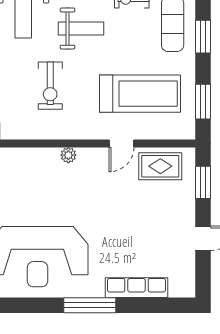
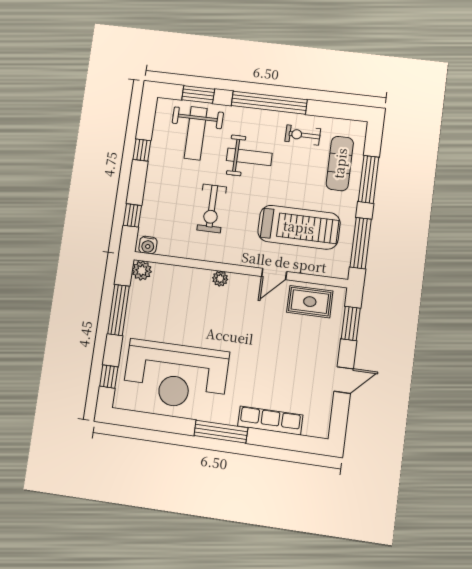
window: (203, 37) -> (369, 179), width x1.44
window: (203, 102) -> (361, 243), width x1.44

